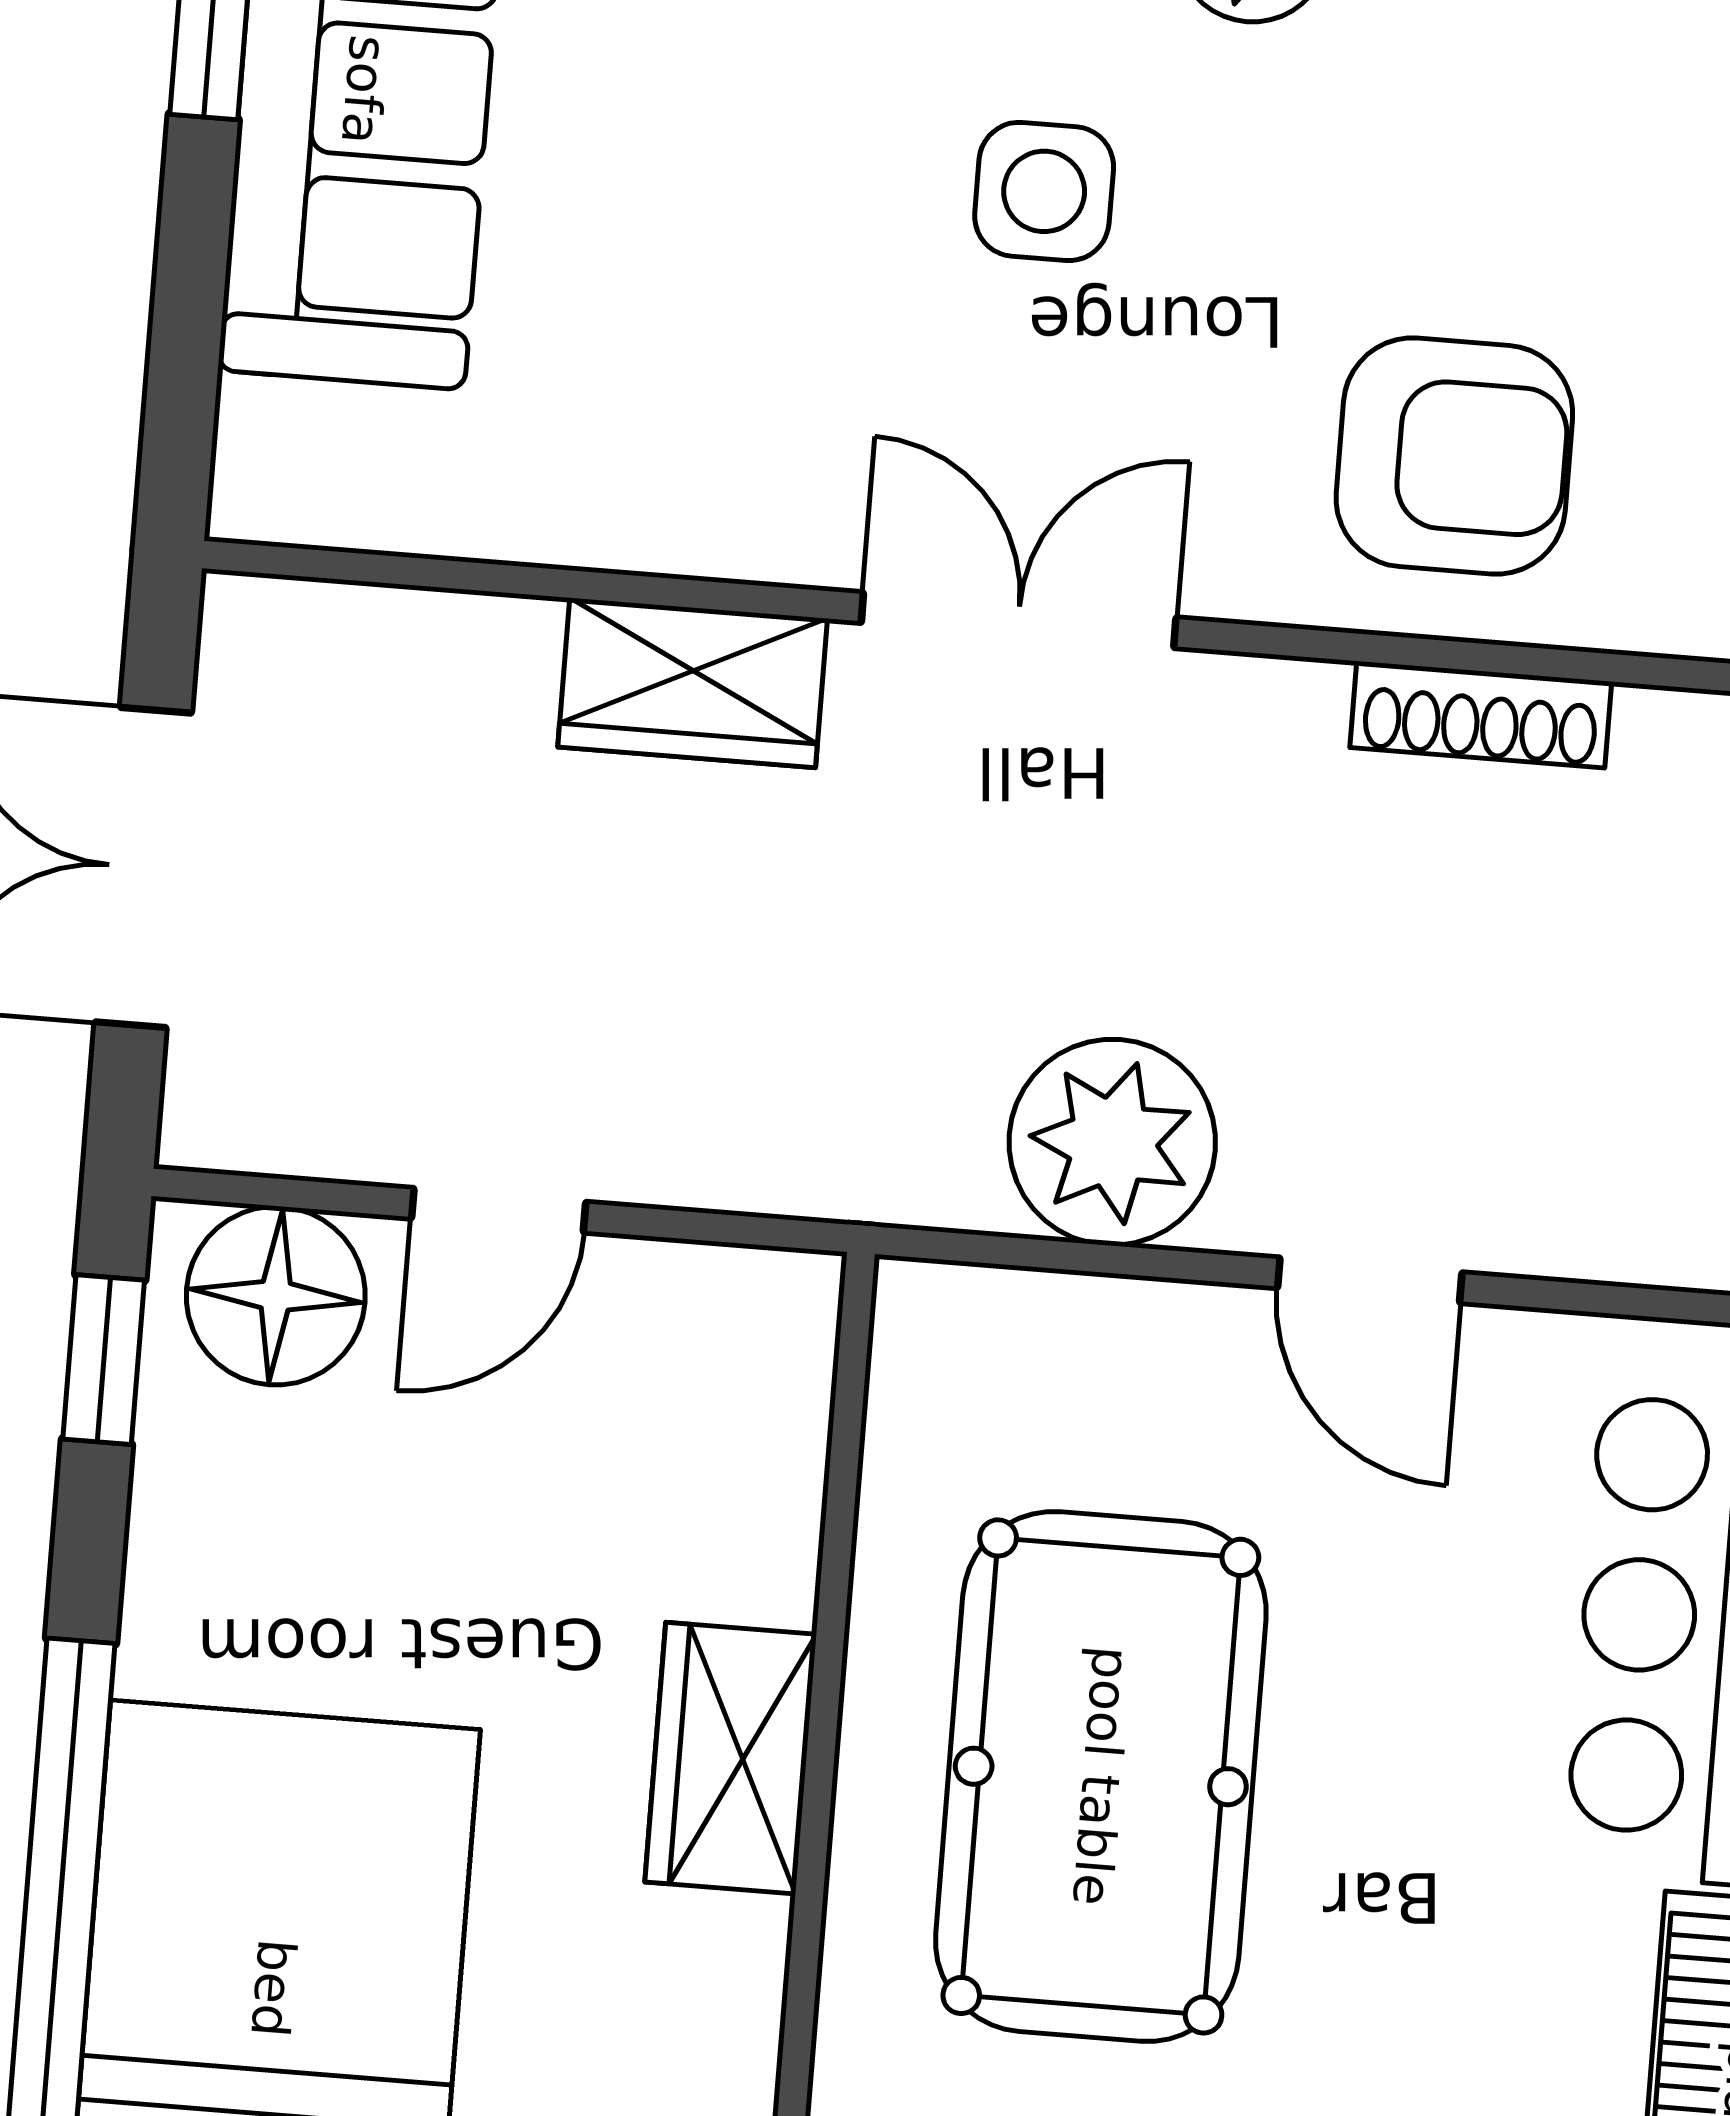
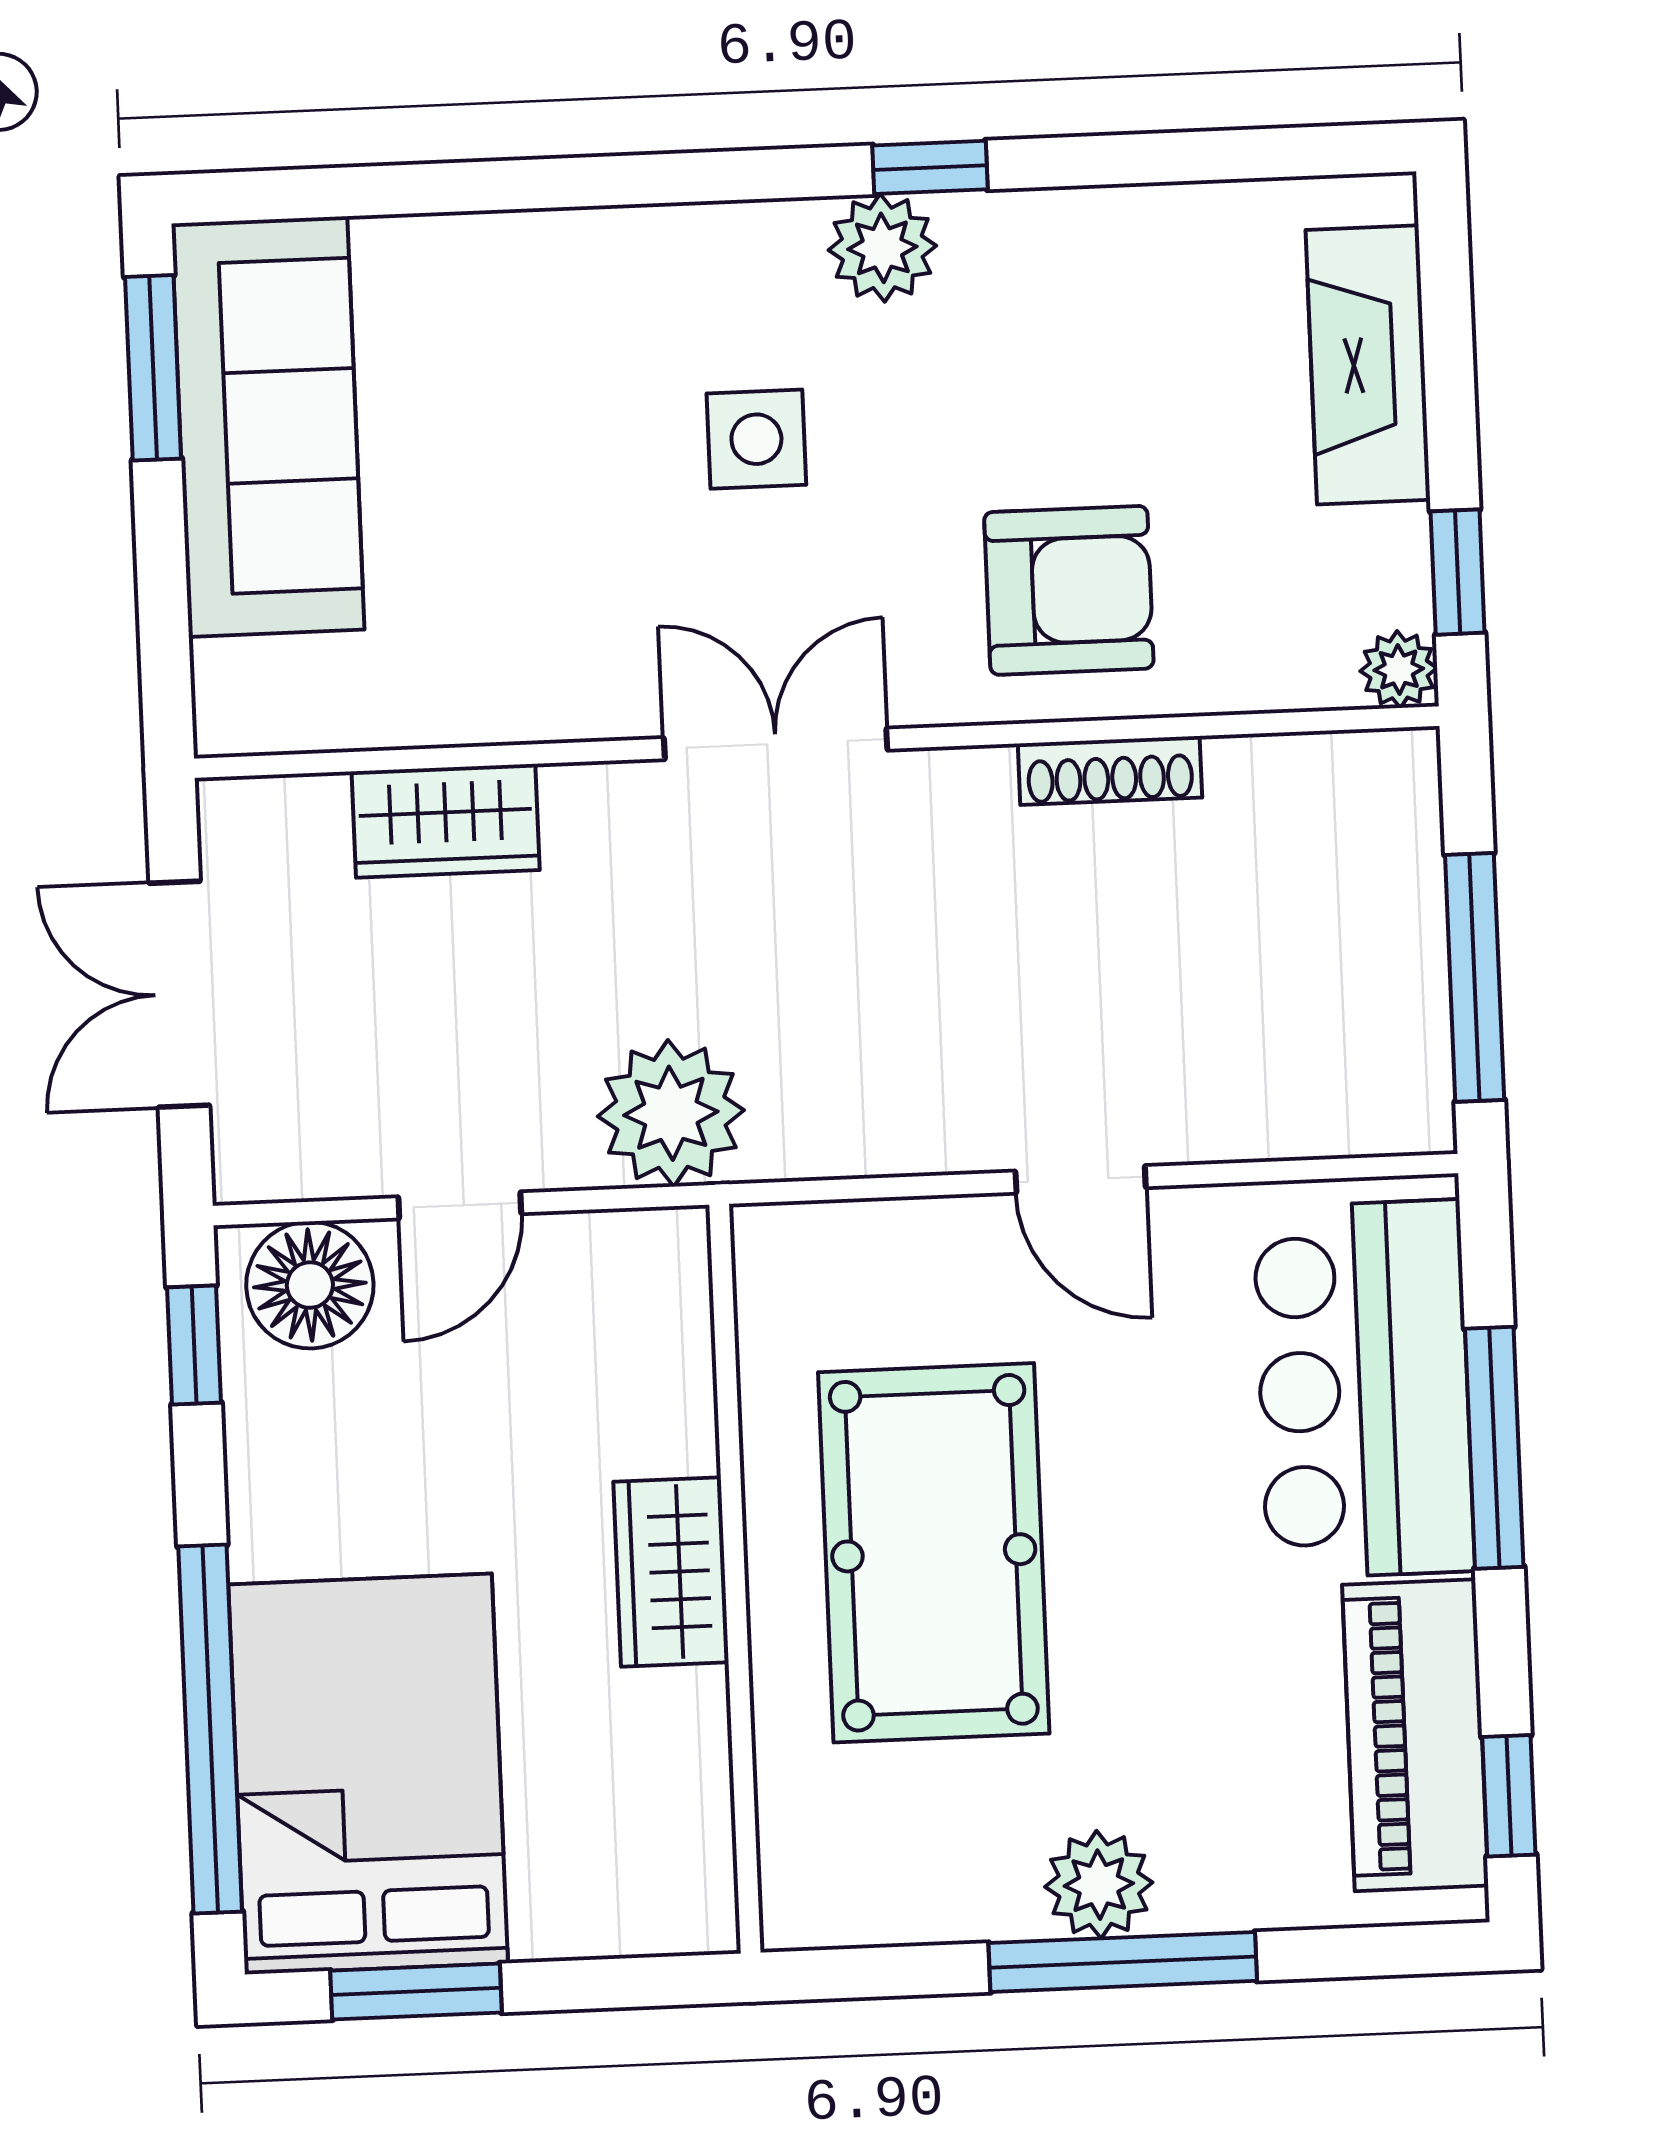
wardrobe: (693, 683) -> (446, 821), moved
plant: (1112, 1142) -> (671, 1113), moved

